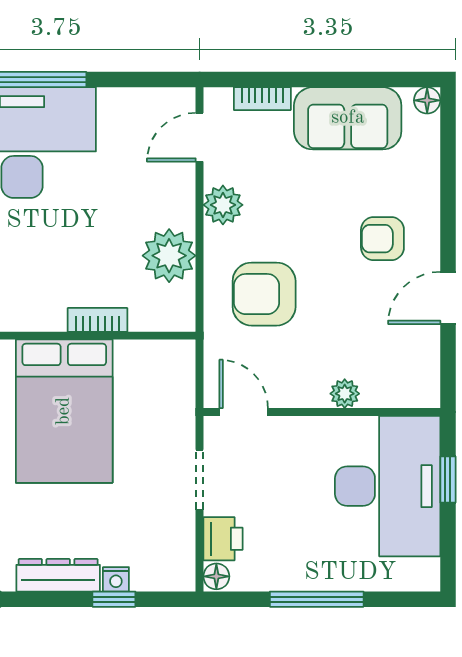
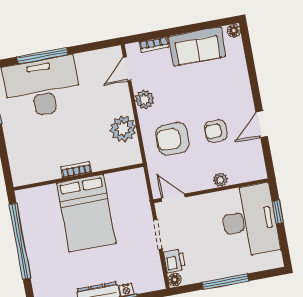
armchair: (382, 239) -> (216, 131), moved
bookcase: (98, 320) -> (76, 170), moved

